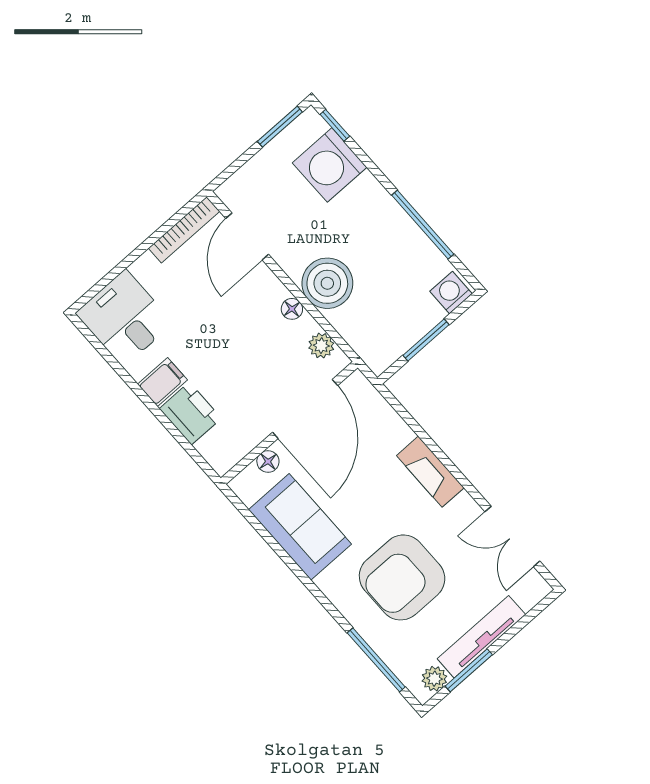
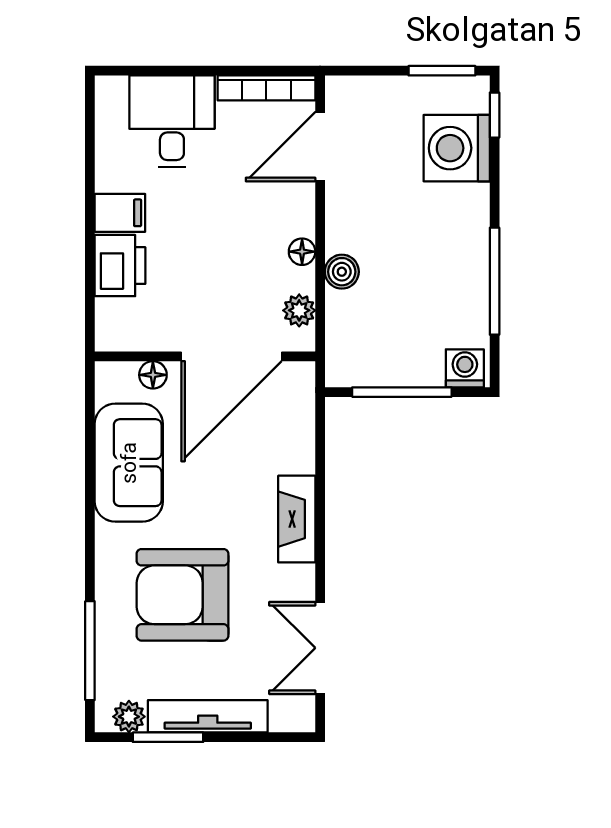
boiler: (327, 283) -> (342, 272), width x0.54, depth x0.54
desk: (124, 318) -> (172, 121), moved
window: (426, 340) -> (402, 392), width x1.44

